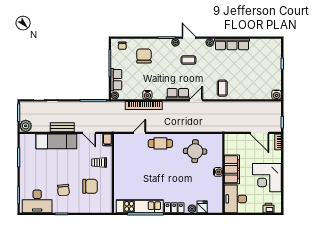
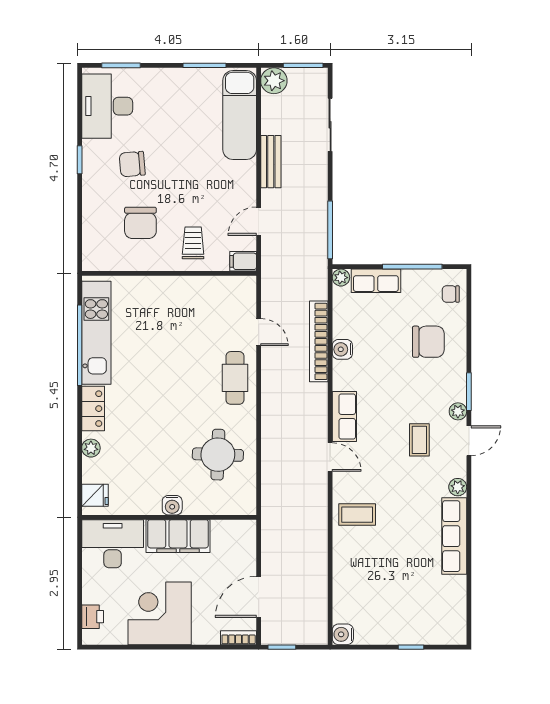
exam couch: (56, 141) -> (240, 115), moved
fridge: (202, 207) -> (95, 495), moved

